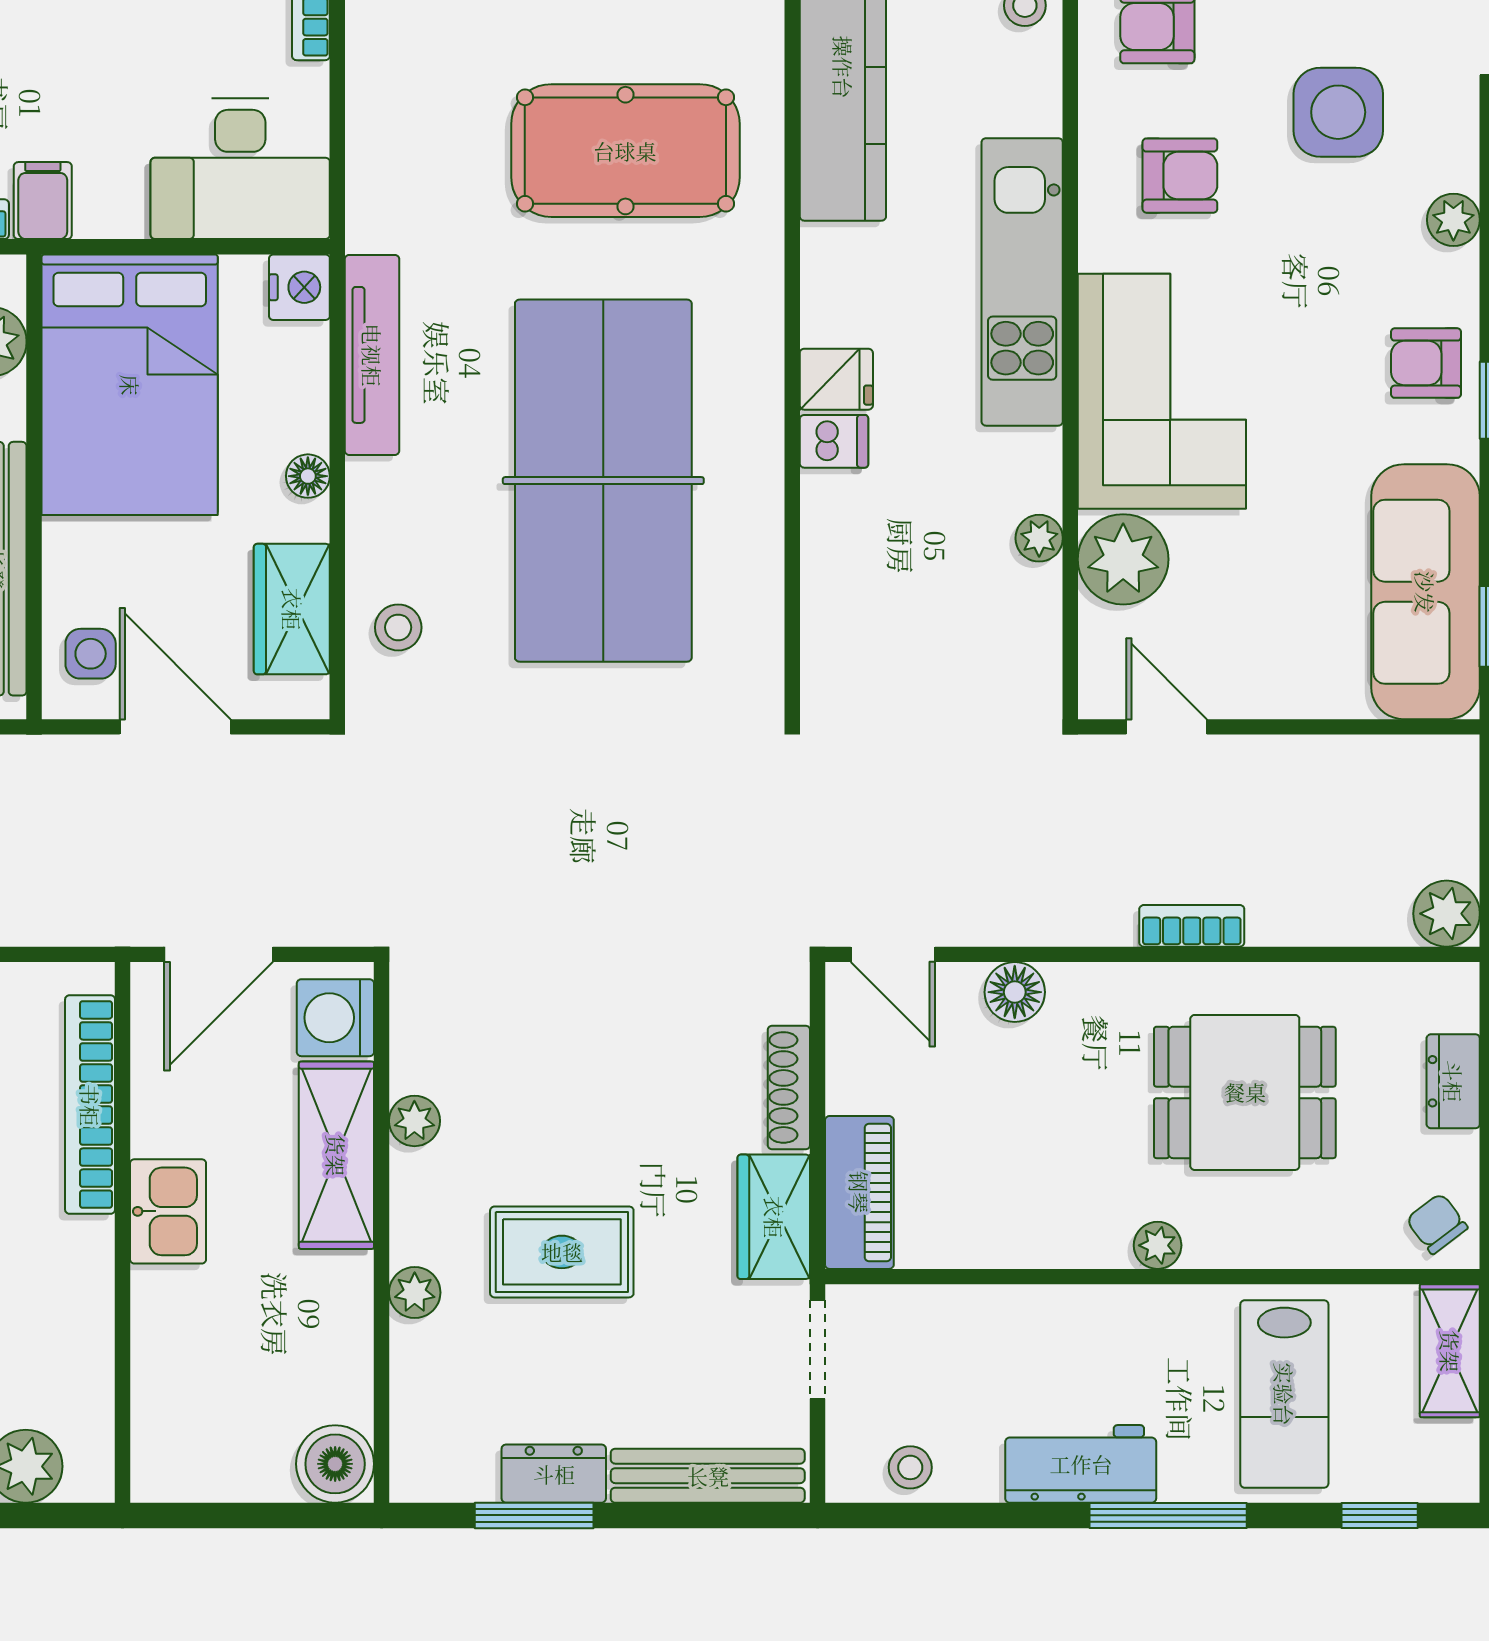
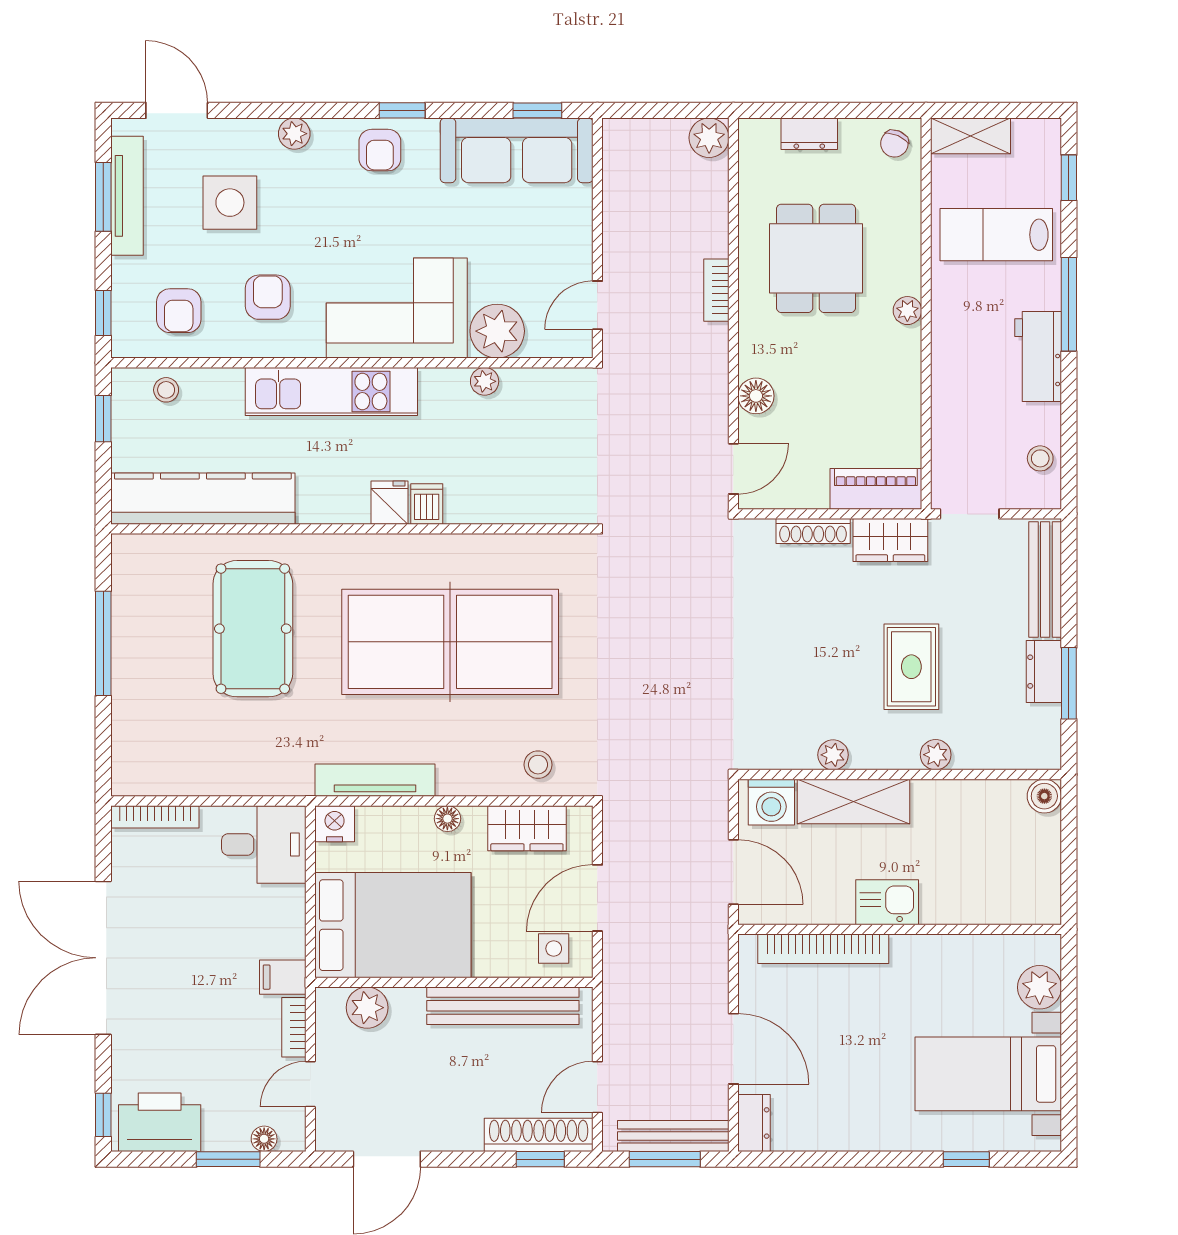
desk: (240, 169) -> (264, 844), width x0.73
chair: (1437, 1224) -> (894, 144), turned -30
lab bench: (1284, 1394) -> (996, 235), turned 180
boiler: (335, 1464) -> (1044, 796), width x0.73, depth x0.73

